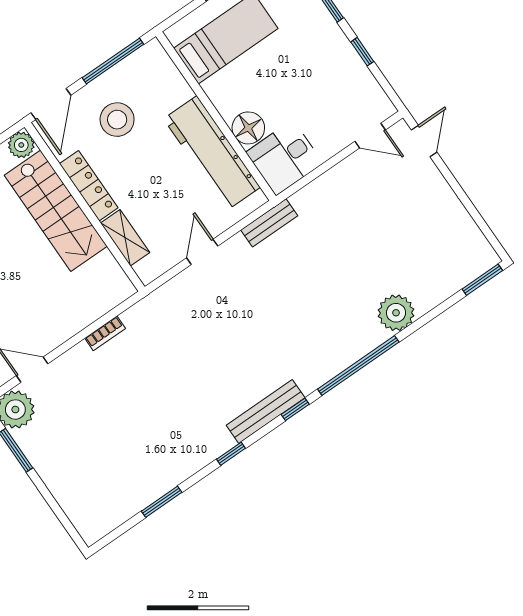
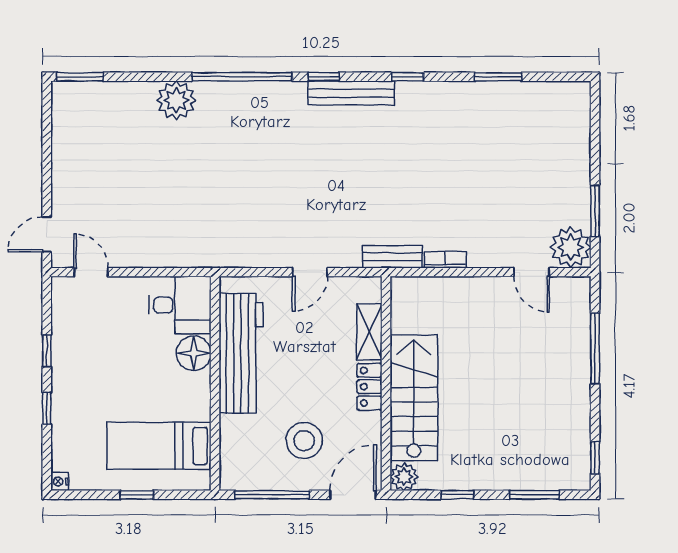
locker: (89, 186) -> (370, 387), width x0.66
bench: (269, 223) -> (392, 257), moved

